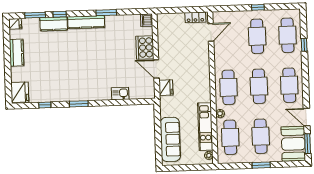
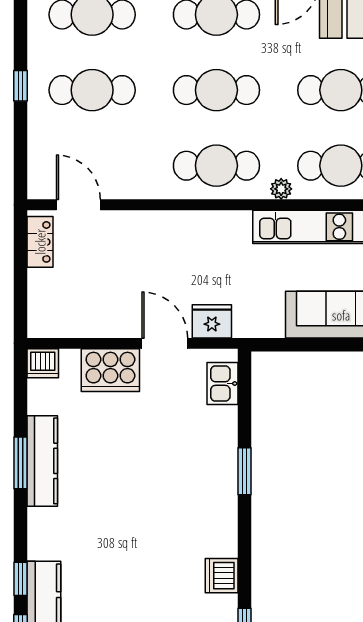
kitchen counter: (86, 22) -> (42, 461), moved
door: (156, 69) -> (165, 343), swing flipped
kitchen sink: (120, 93) -> (222, 384), moved
dishwasher: (64, 95) -> (222, 576), added
window: (79, 104) -> (244, 471), moved

